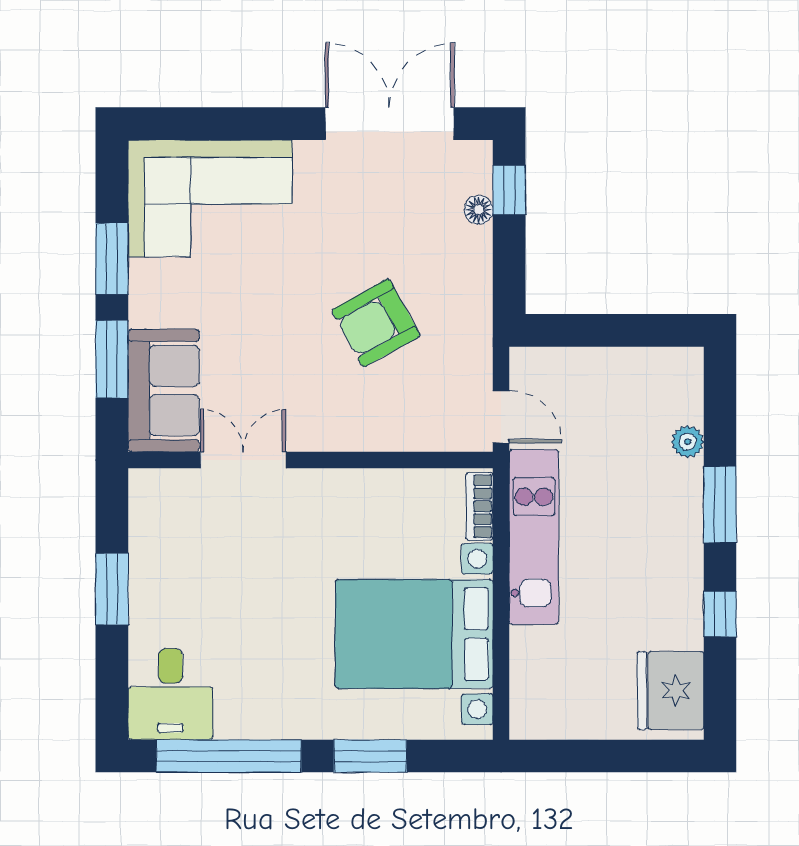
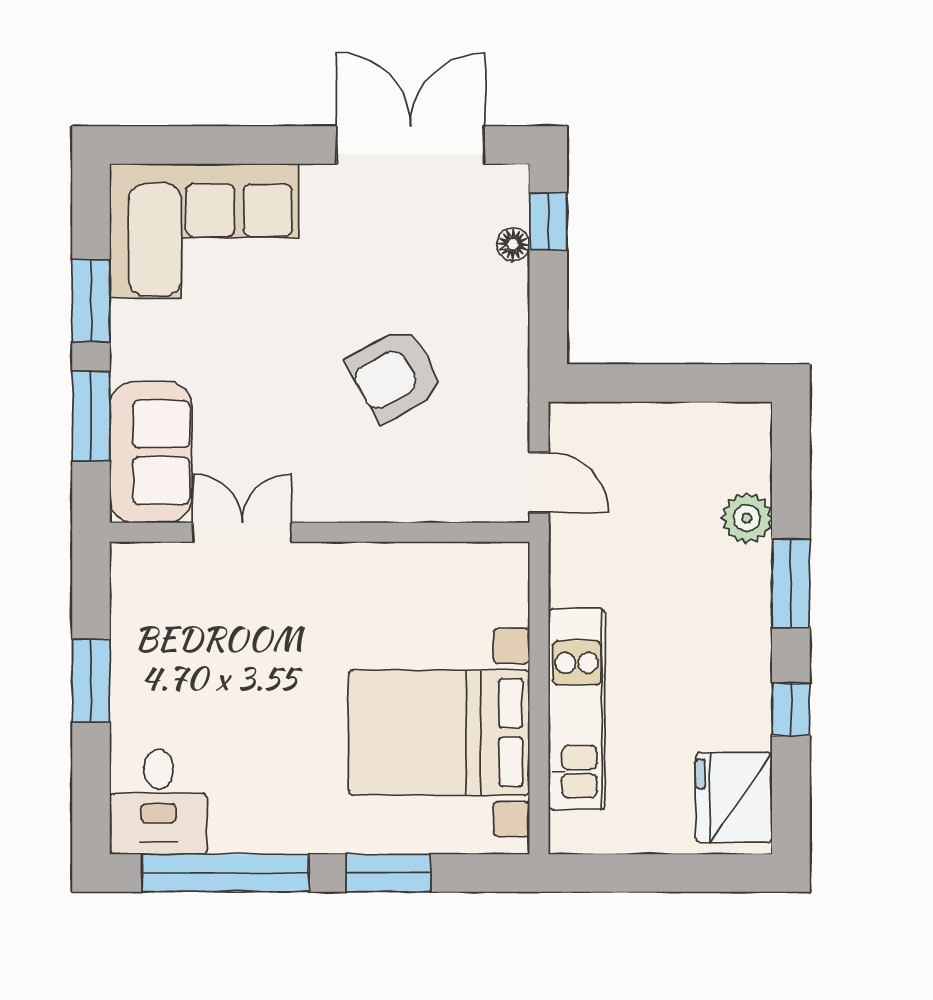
plant: (688, 442) -> (747, 518), width x1.38, depth x1.38
bookcase: (479, 506) -> (514, 586), removed
kitchen unit: (534, 537) -> (577, 709), moved

